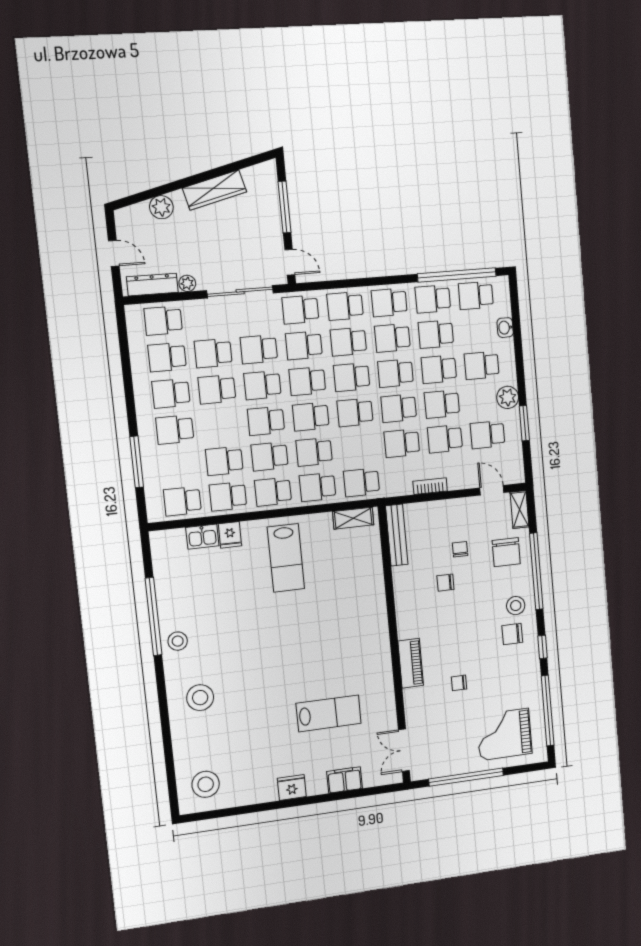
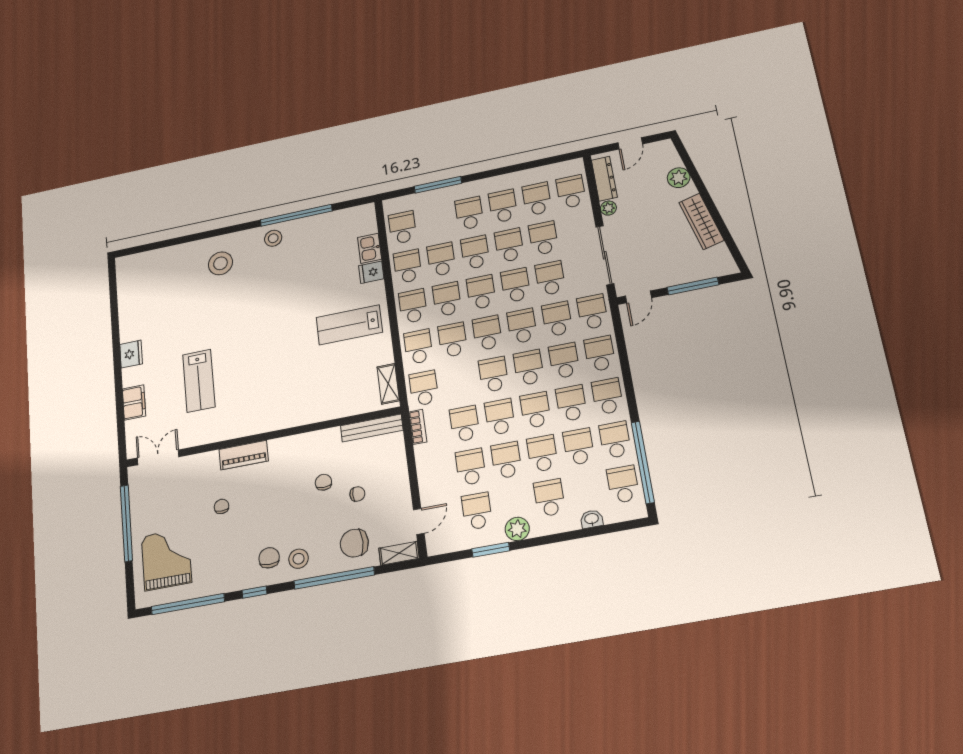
school desk: (221, 425) -> (475, 252), added
bookcase: (430, 486) -> (418, 427), moved
stool: (206, 784) -> (141, 277), removed

